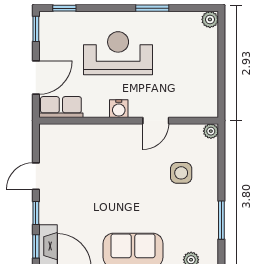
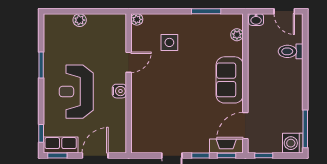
plant: (210, 19) -> (80, 20), moved
door: (36, 77) -> (95, 156), hinge flipped
row of seats: (61, 107) -> (61, 145), moved, turned 90
door: (156, 121) -> (129, 62), hinge flipped

